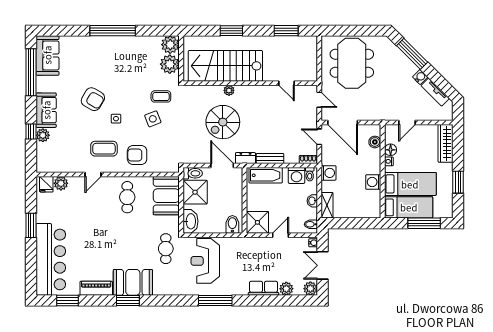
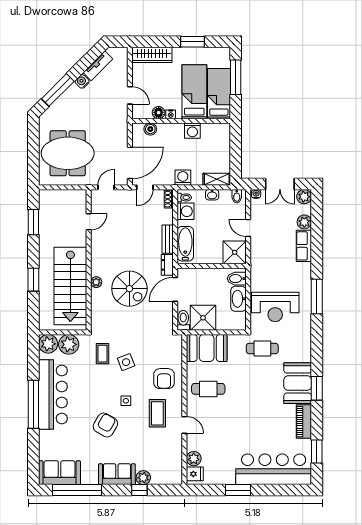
bar counter: (122, 49) -> (53, 394), added
washbasin: (190, 221) -> (239, 299), moved, turned -90

